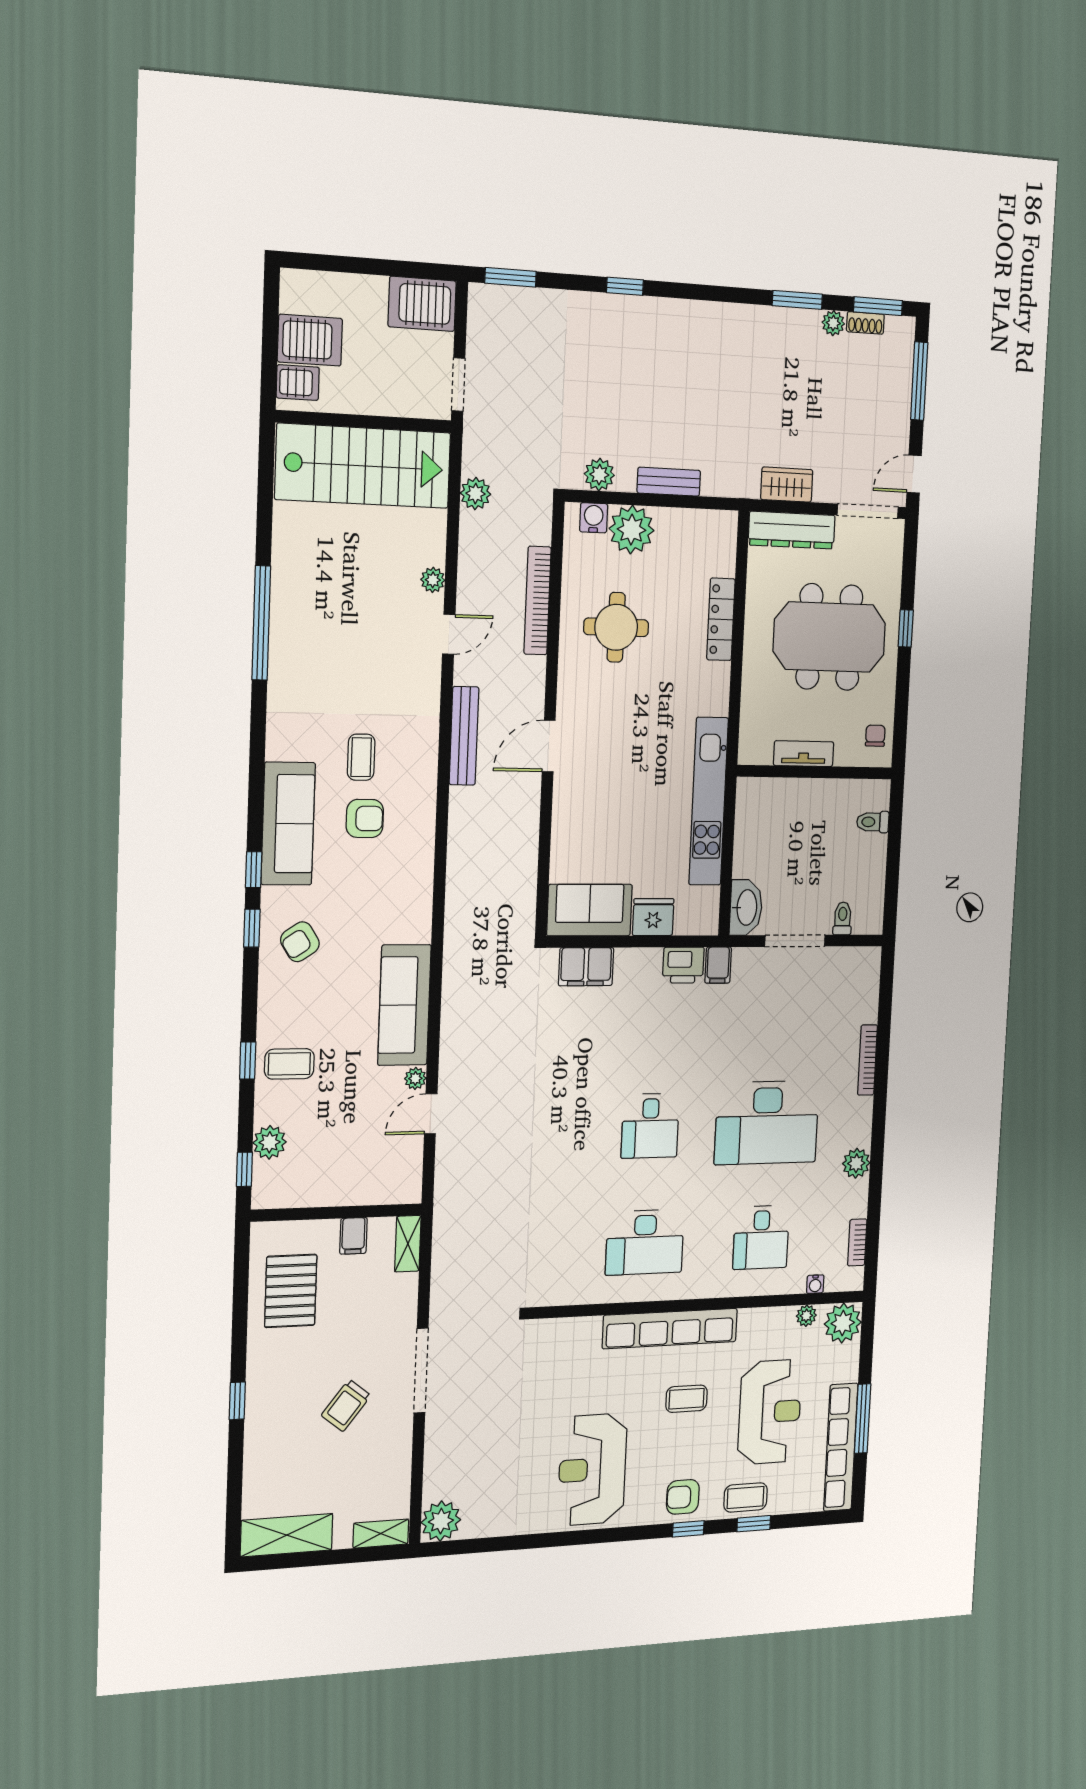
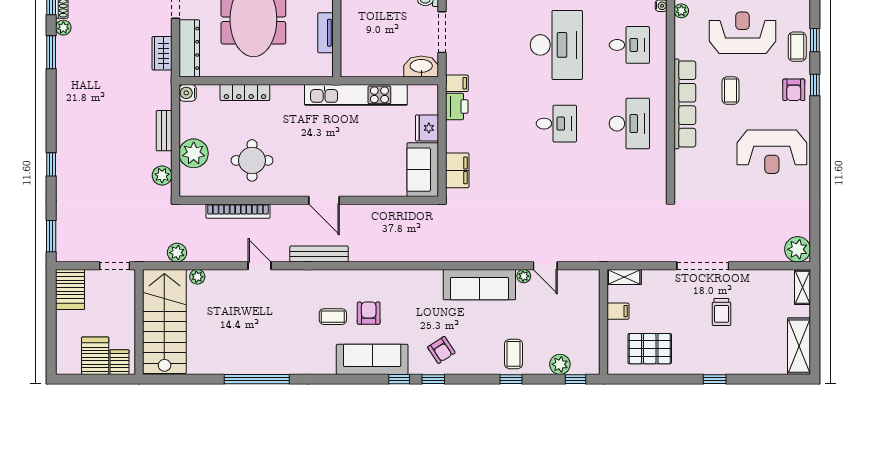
water cooler: (594, 518) -> (188, 93), moved
plant: (433, 580) -> (197, 277), moved
trolley: (346, 1405) -> (721, 312), turned 52

